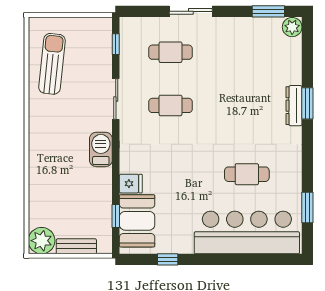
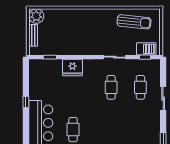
barbecue: (101, 149) -> (146, 49), moved
fridge: (131, 184) -> (72, 68), width x1.88, depth x1.34
booth: (137, 221) -> (47, 69), removed
window: (168, 259) -> (26, 102), moved

